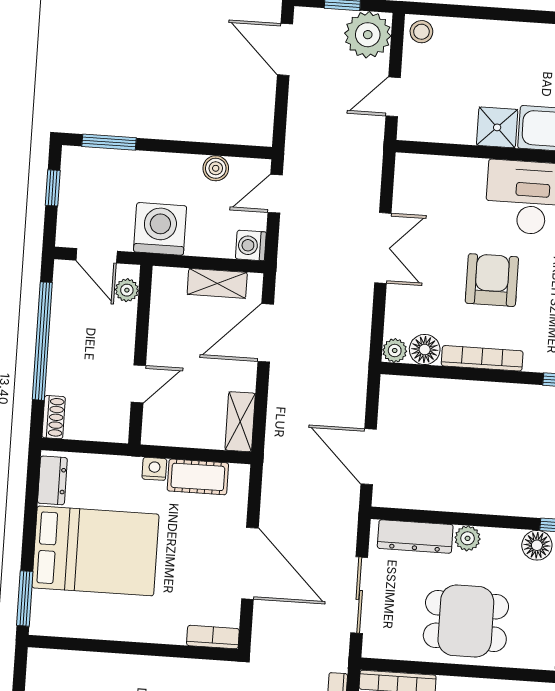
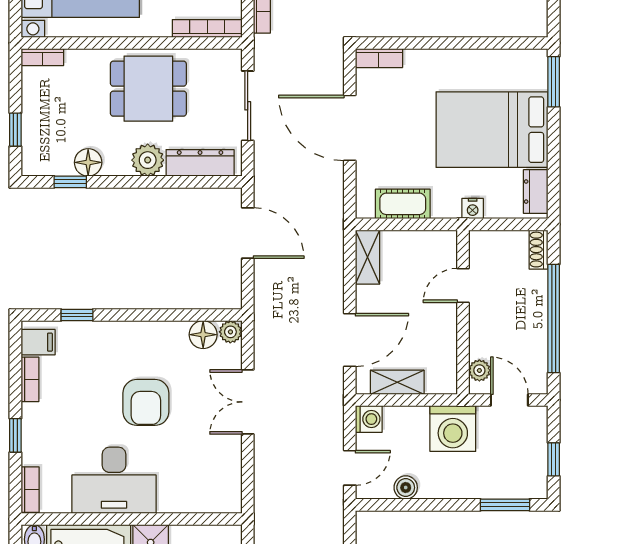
double door: (383, 248) -> (248, 402), moved
bookcase: (482, 358) -> (150, 330), removed
nightstand: (154, 469) -> (473, 209), moved
plant: (468, 538) -> (148, 160), width x1.38, depth x1.38

